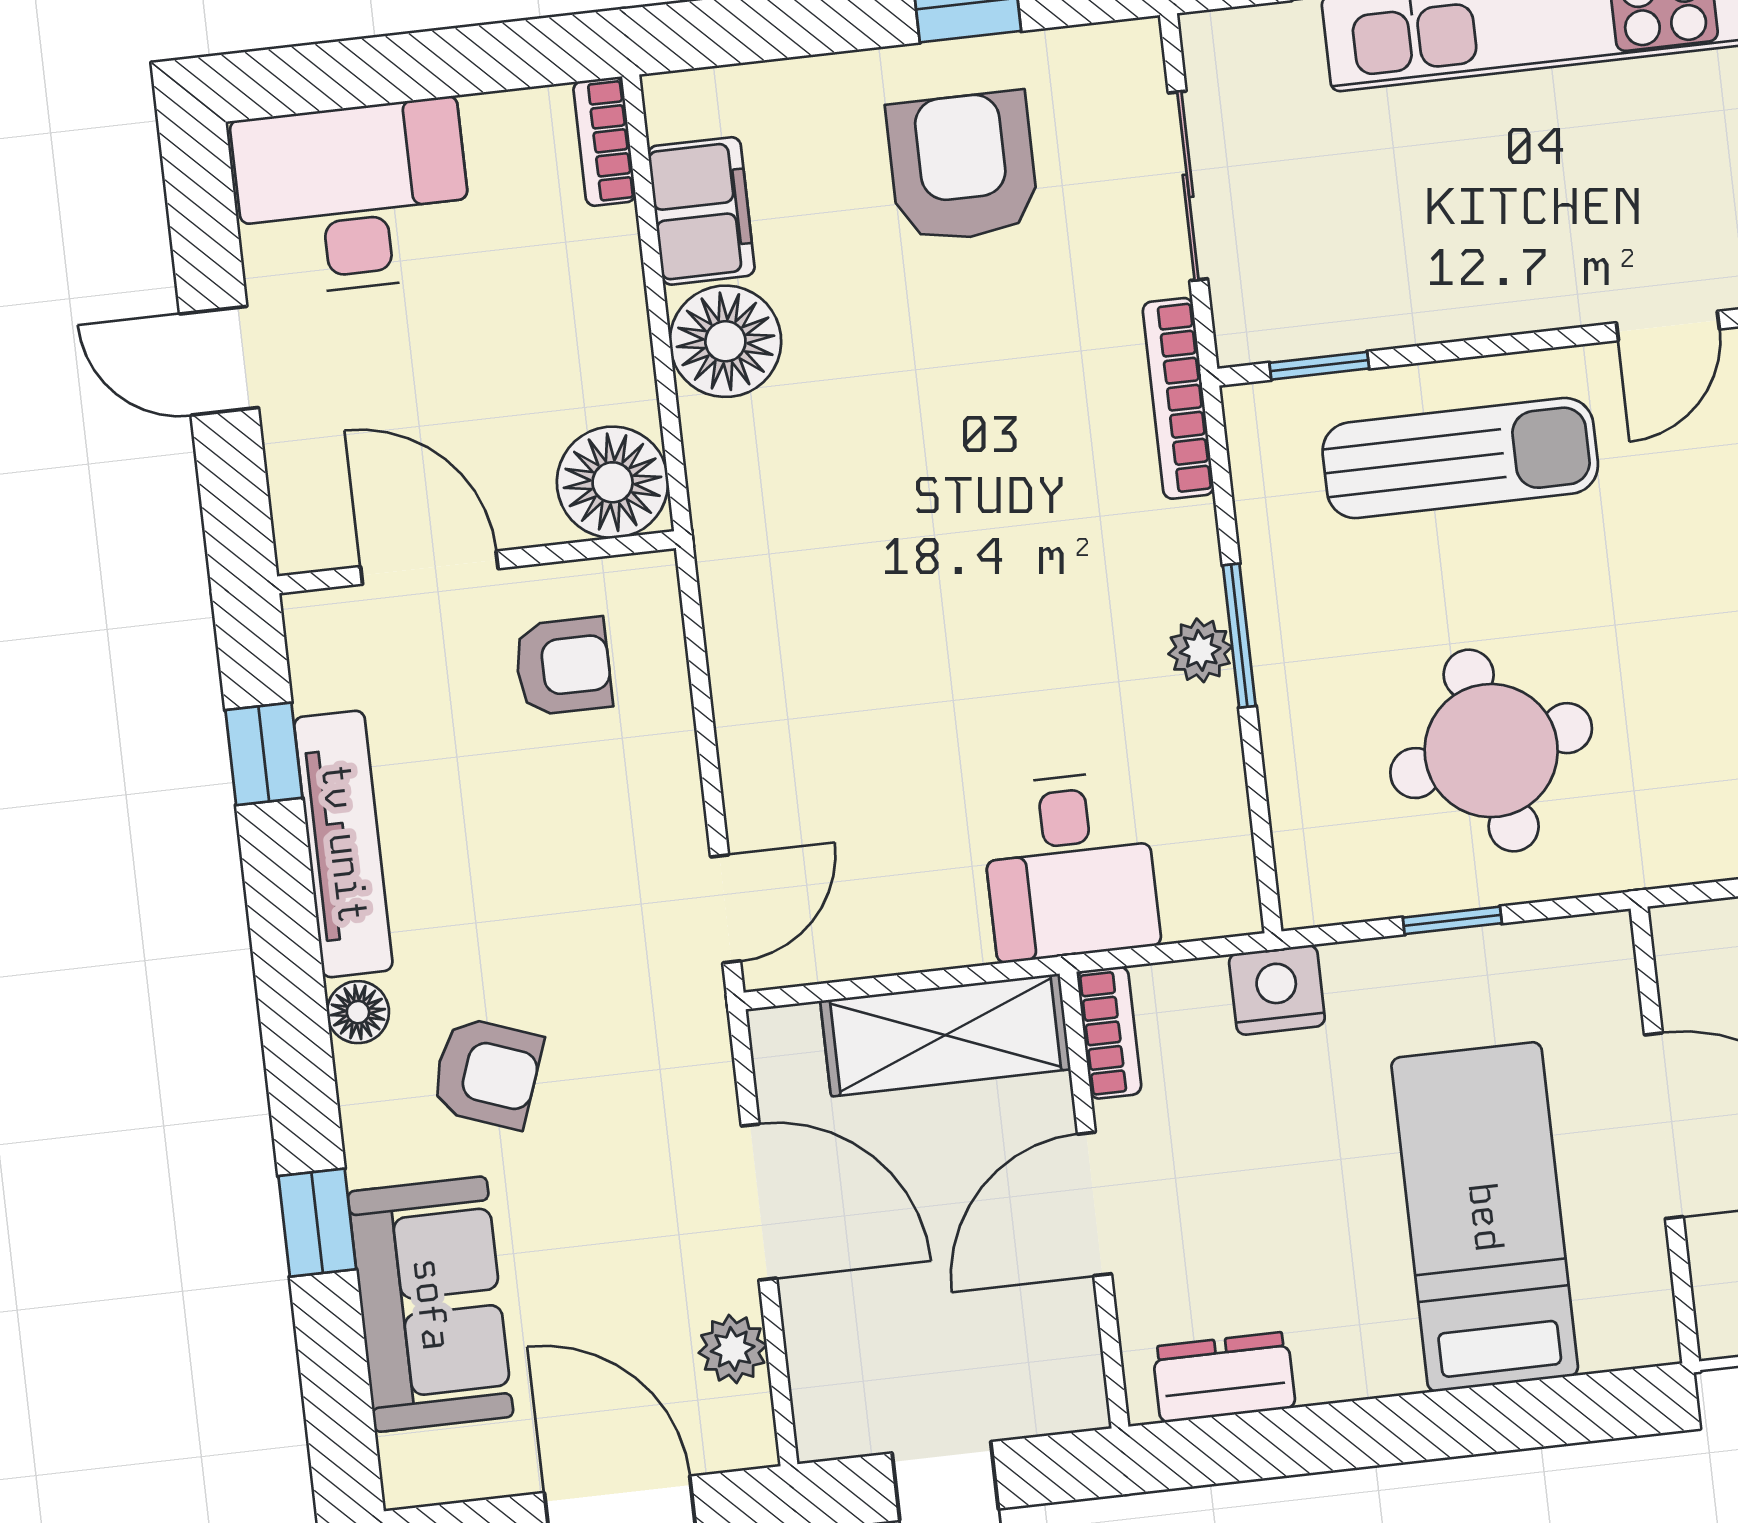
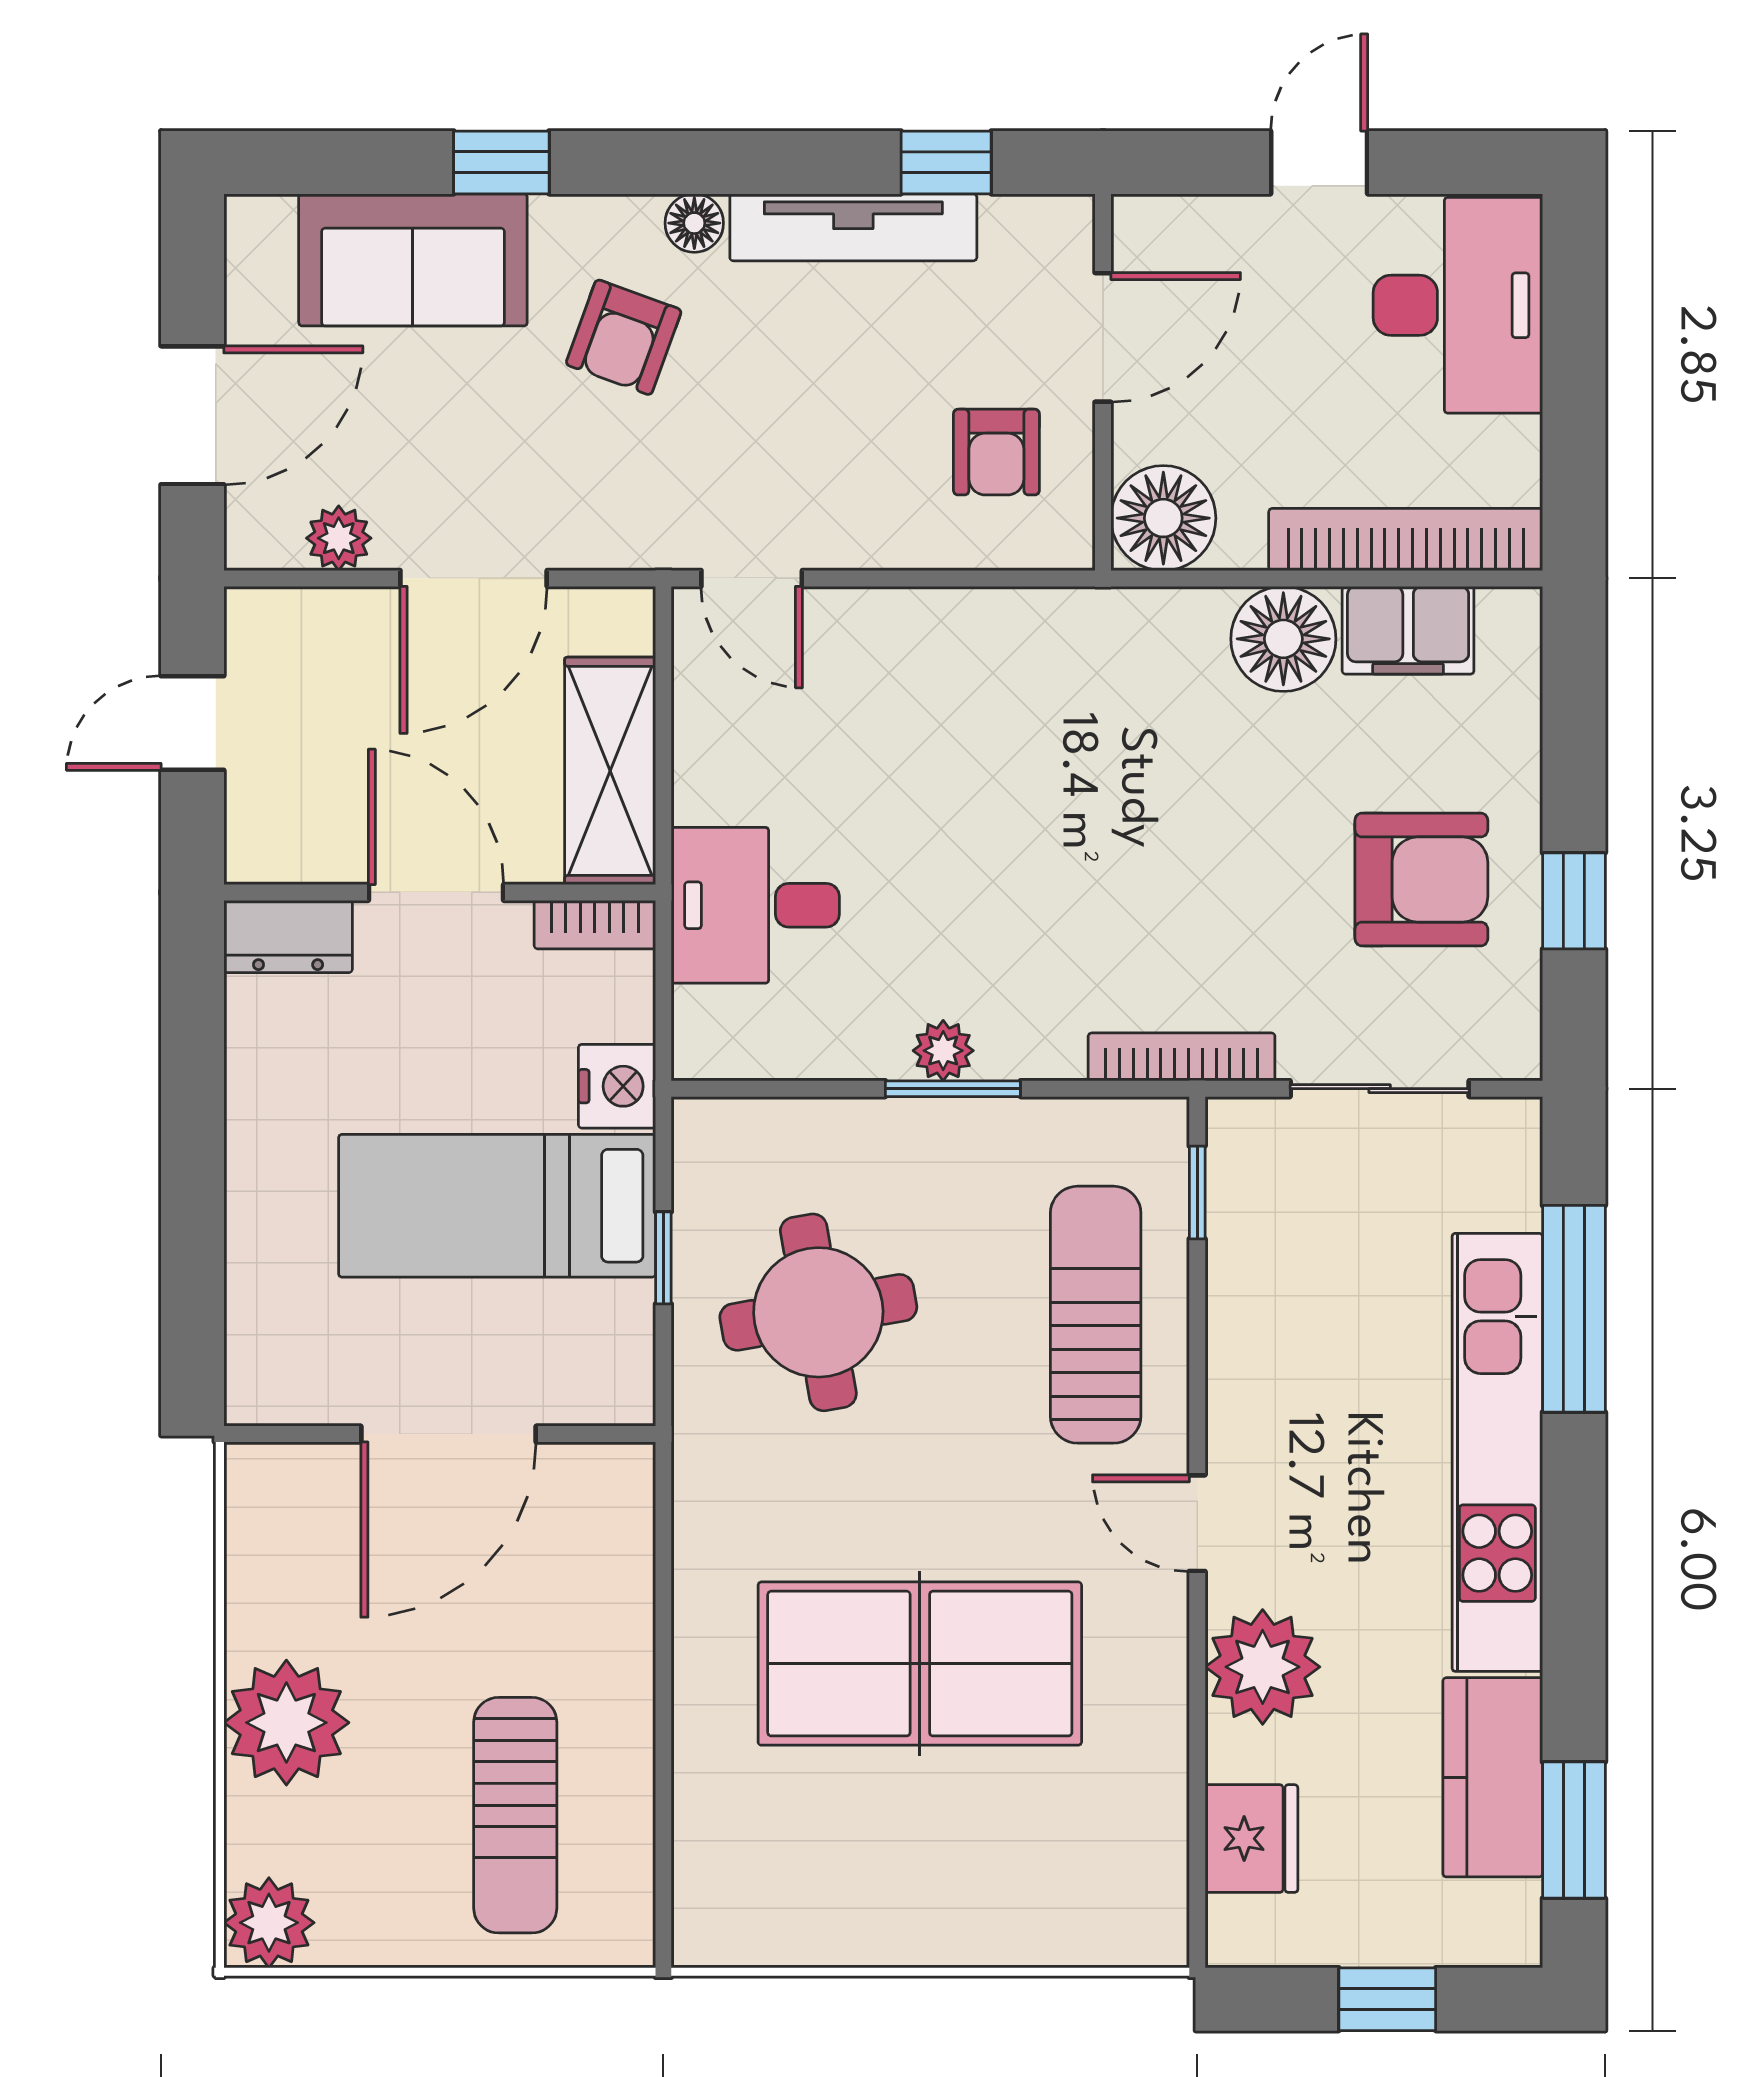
bookcase: (605, 142) -> (1406, 540), width x2.31, depth x1.31
sun lounger: (1460, 458) -> (1096, 1315), turned 180
bed: (1485, 1217) -> (497, 1206), moved, turned 180
dresser: (1224, 1377) -> (288, 936), moved, turned 90

